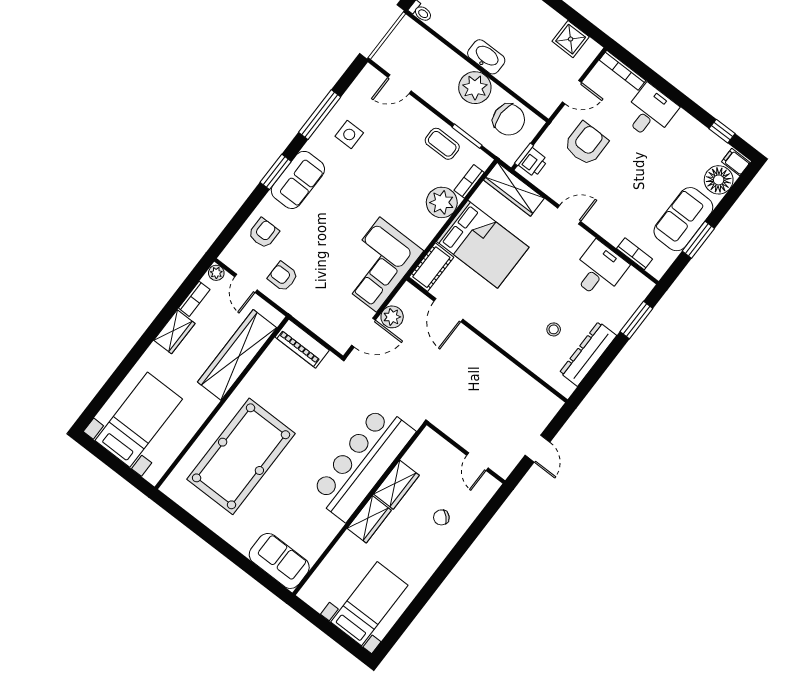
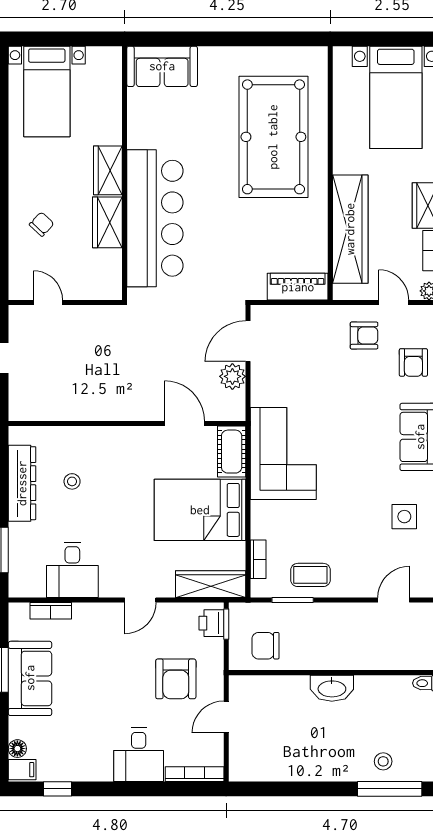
shower: (571, 39) -> (266, 766), removed
plant: (475, 88) -> (320, 651), removed
chair: (509, 120) -> (266, 646), width x0.73, depth x0.73
floor lamp: (719, 180) -> (17, 749), width x0.53, depth x0.53
plant: (442, 202) -> (269, 520), removed
corner sofa: (378, 265) -> (283, 453), moved

